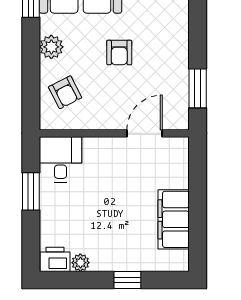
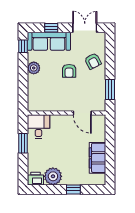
armchair: (65, 92) -> (93, 61), moved
door: (144, 133) -> (82, 113), swing flipped
plant: (80, 263) -> (53, 176), width x1.87, depth x1.87

